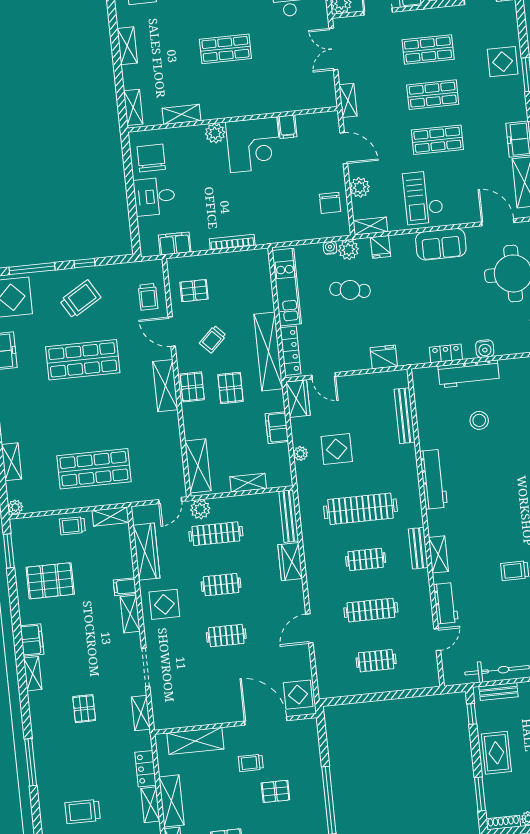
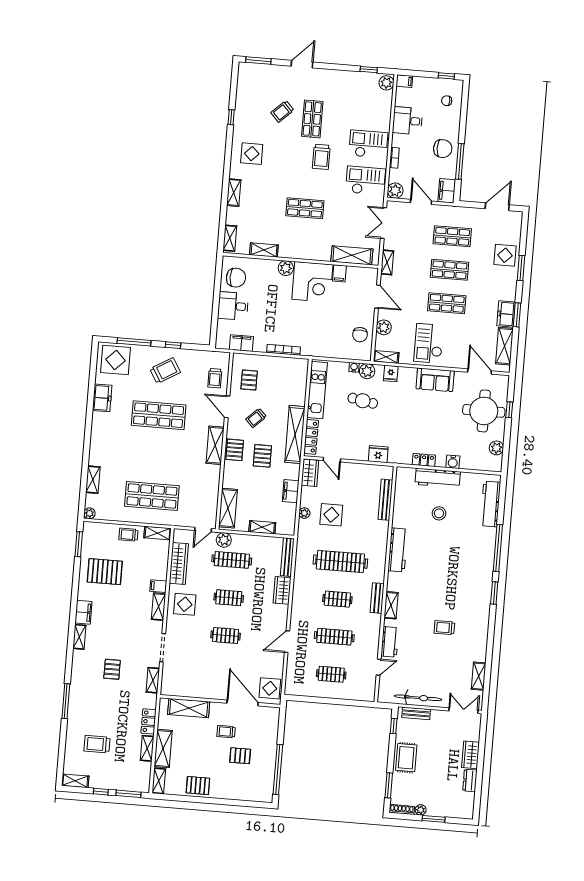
shelving: (300, 100) -> (352, 255), added
chair: (151, 158) -> (236, 278), turned 90
pallet: (194, 291) -> (249, 380), turned 90

